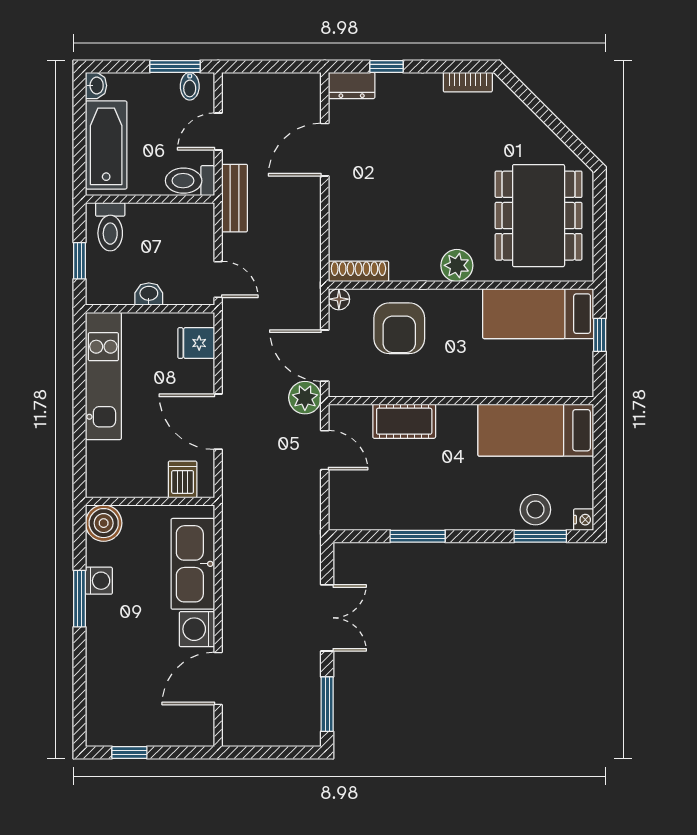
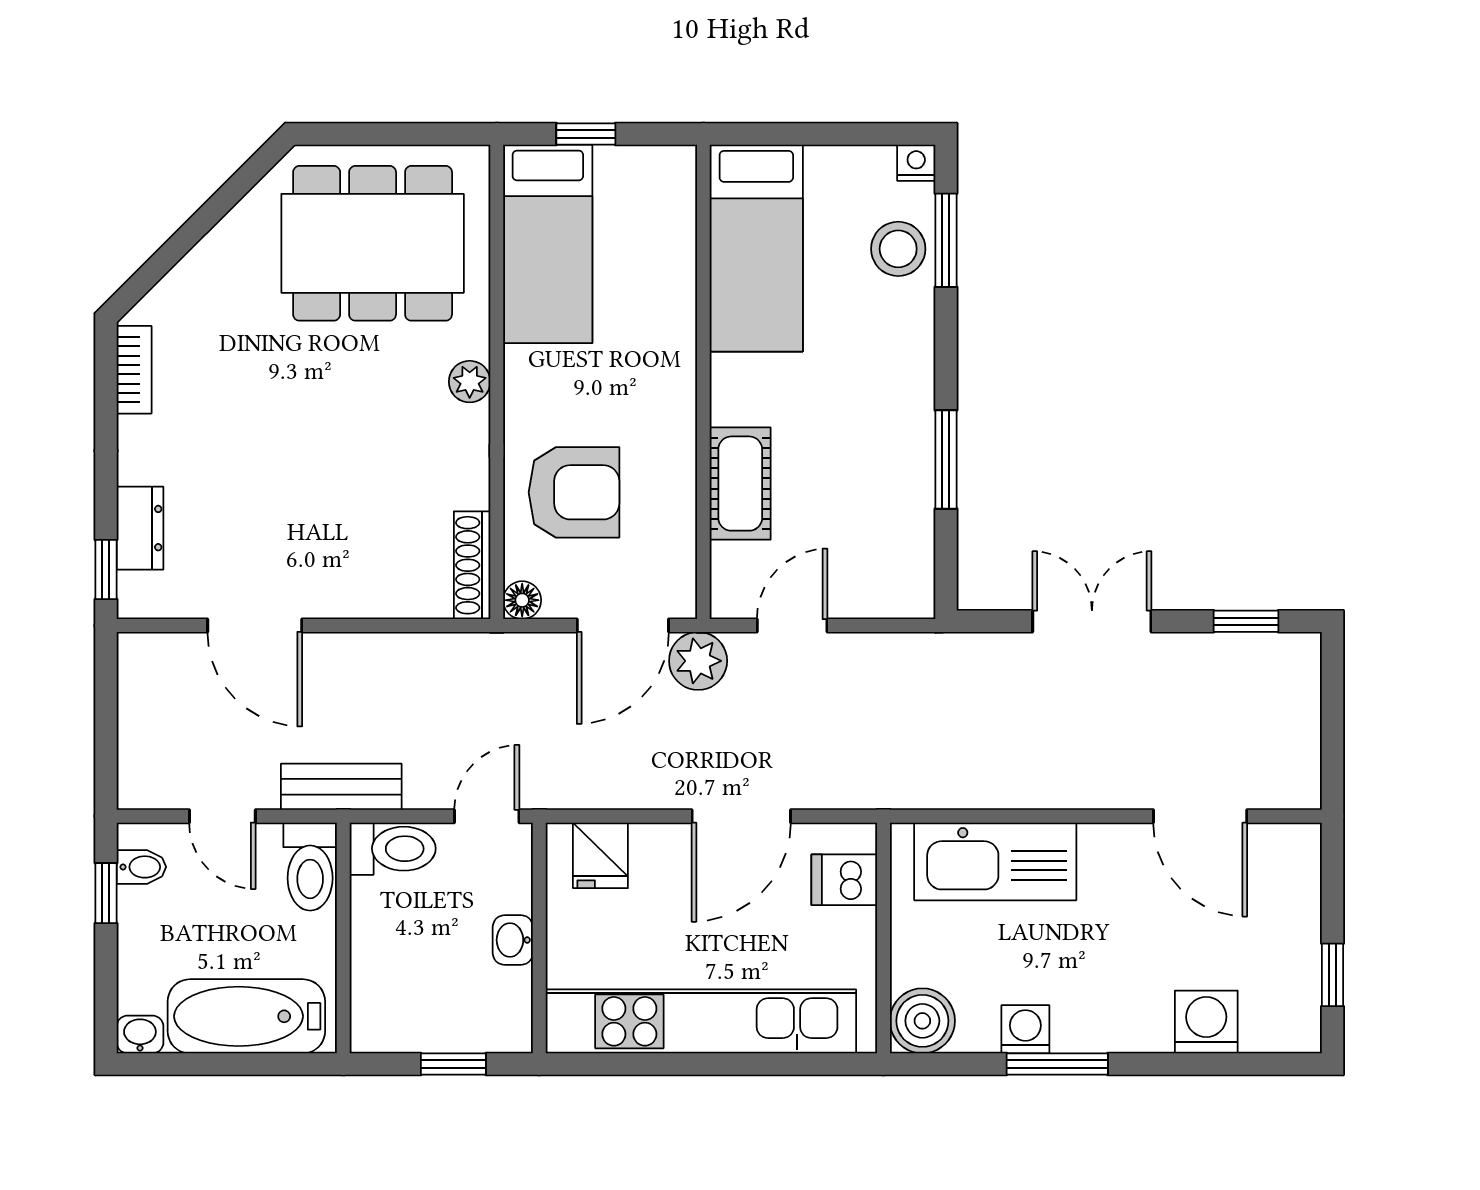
window: (175, 66) -> (106, 893), width x0.67
window: (387, 66) -> (106, 569), moved
dresser: (352, 85) -> (140, 528), moved
toilet: (110, 227) -> (393, 849), moved
plant: (457, 265) -> (470, 382), width x0.73, depth x0.73
kitchen unit: (103, 376) -> (701, 1021), width x1.36
washing machine: (197, 629) -> (1206, 1022), moved, turned 180
window: (327, 704) -> (1246, 621), width x0.67

